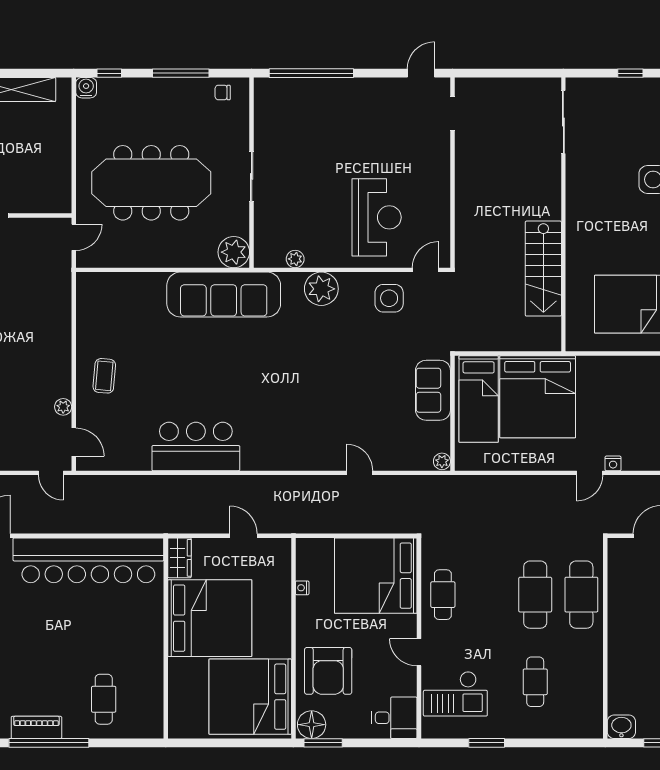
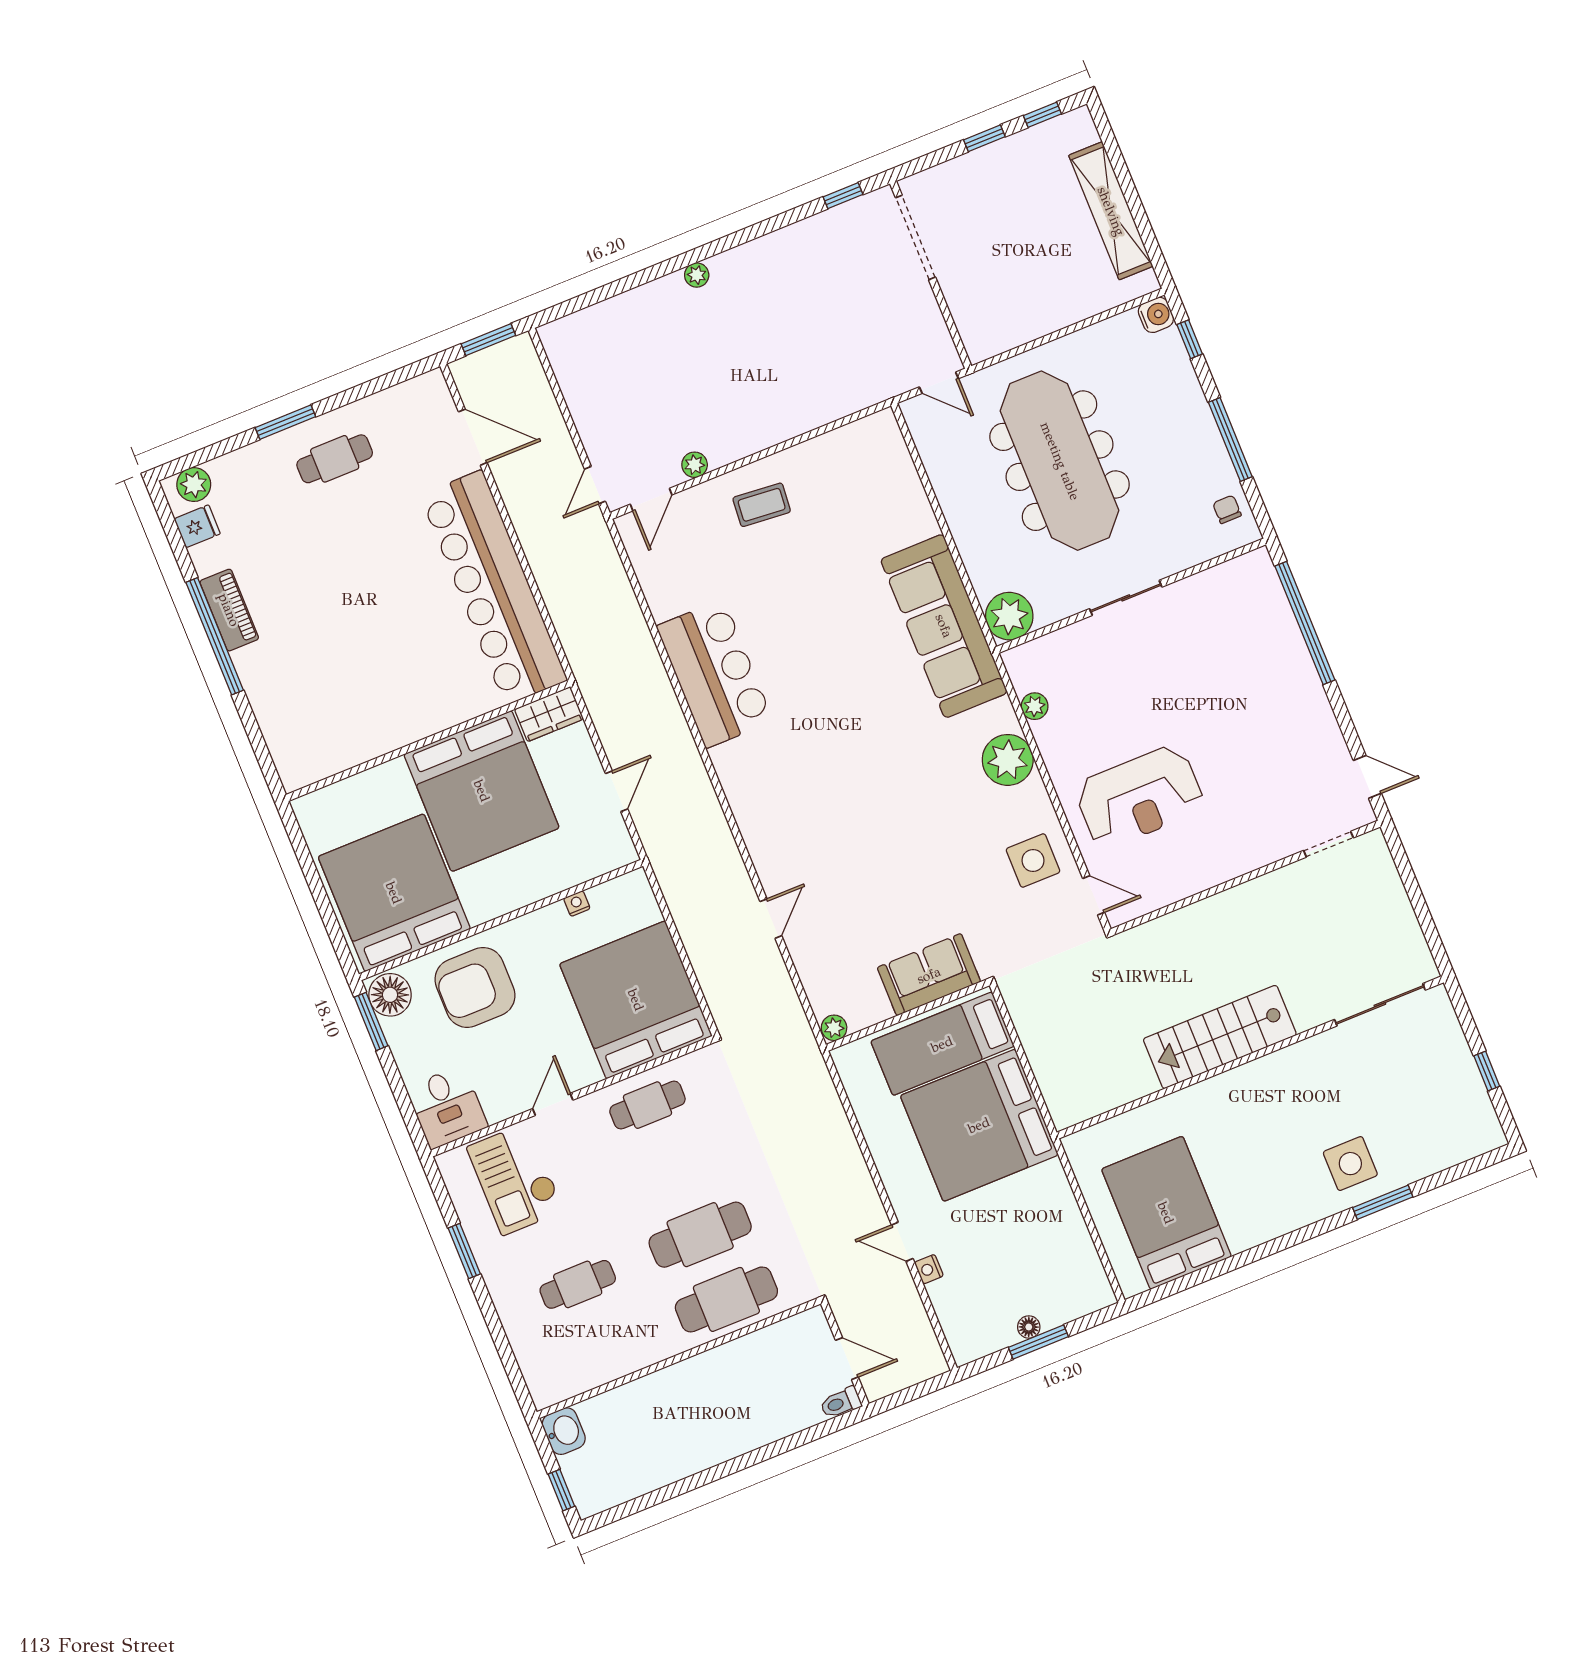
stairs: (543, 269) -> (1220, 1037), moved
cafe table: (104, 699) -> (307, 688), removed

